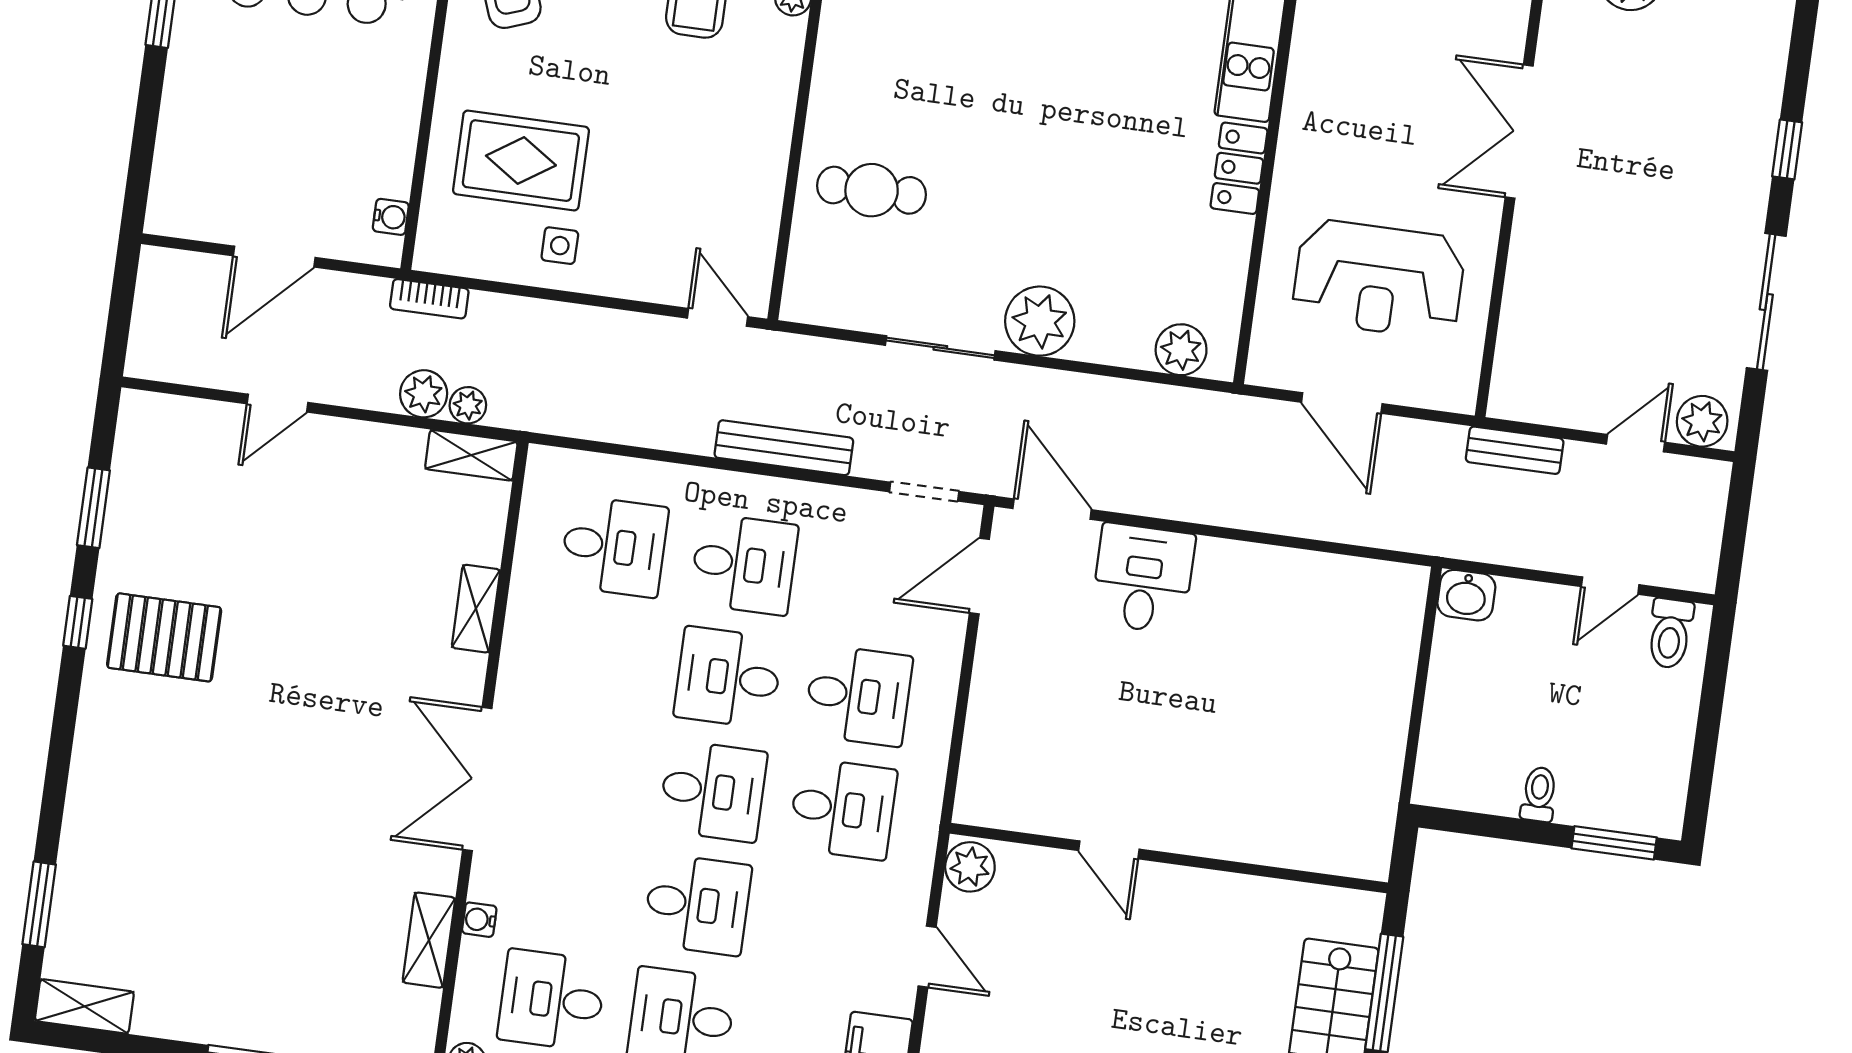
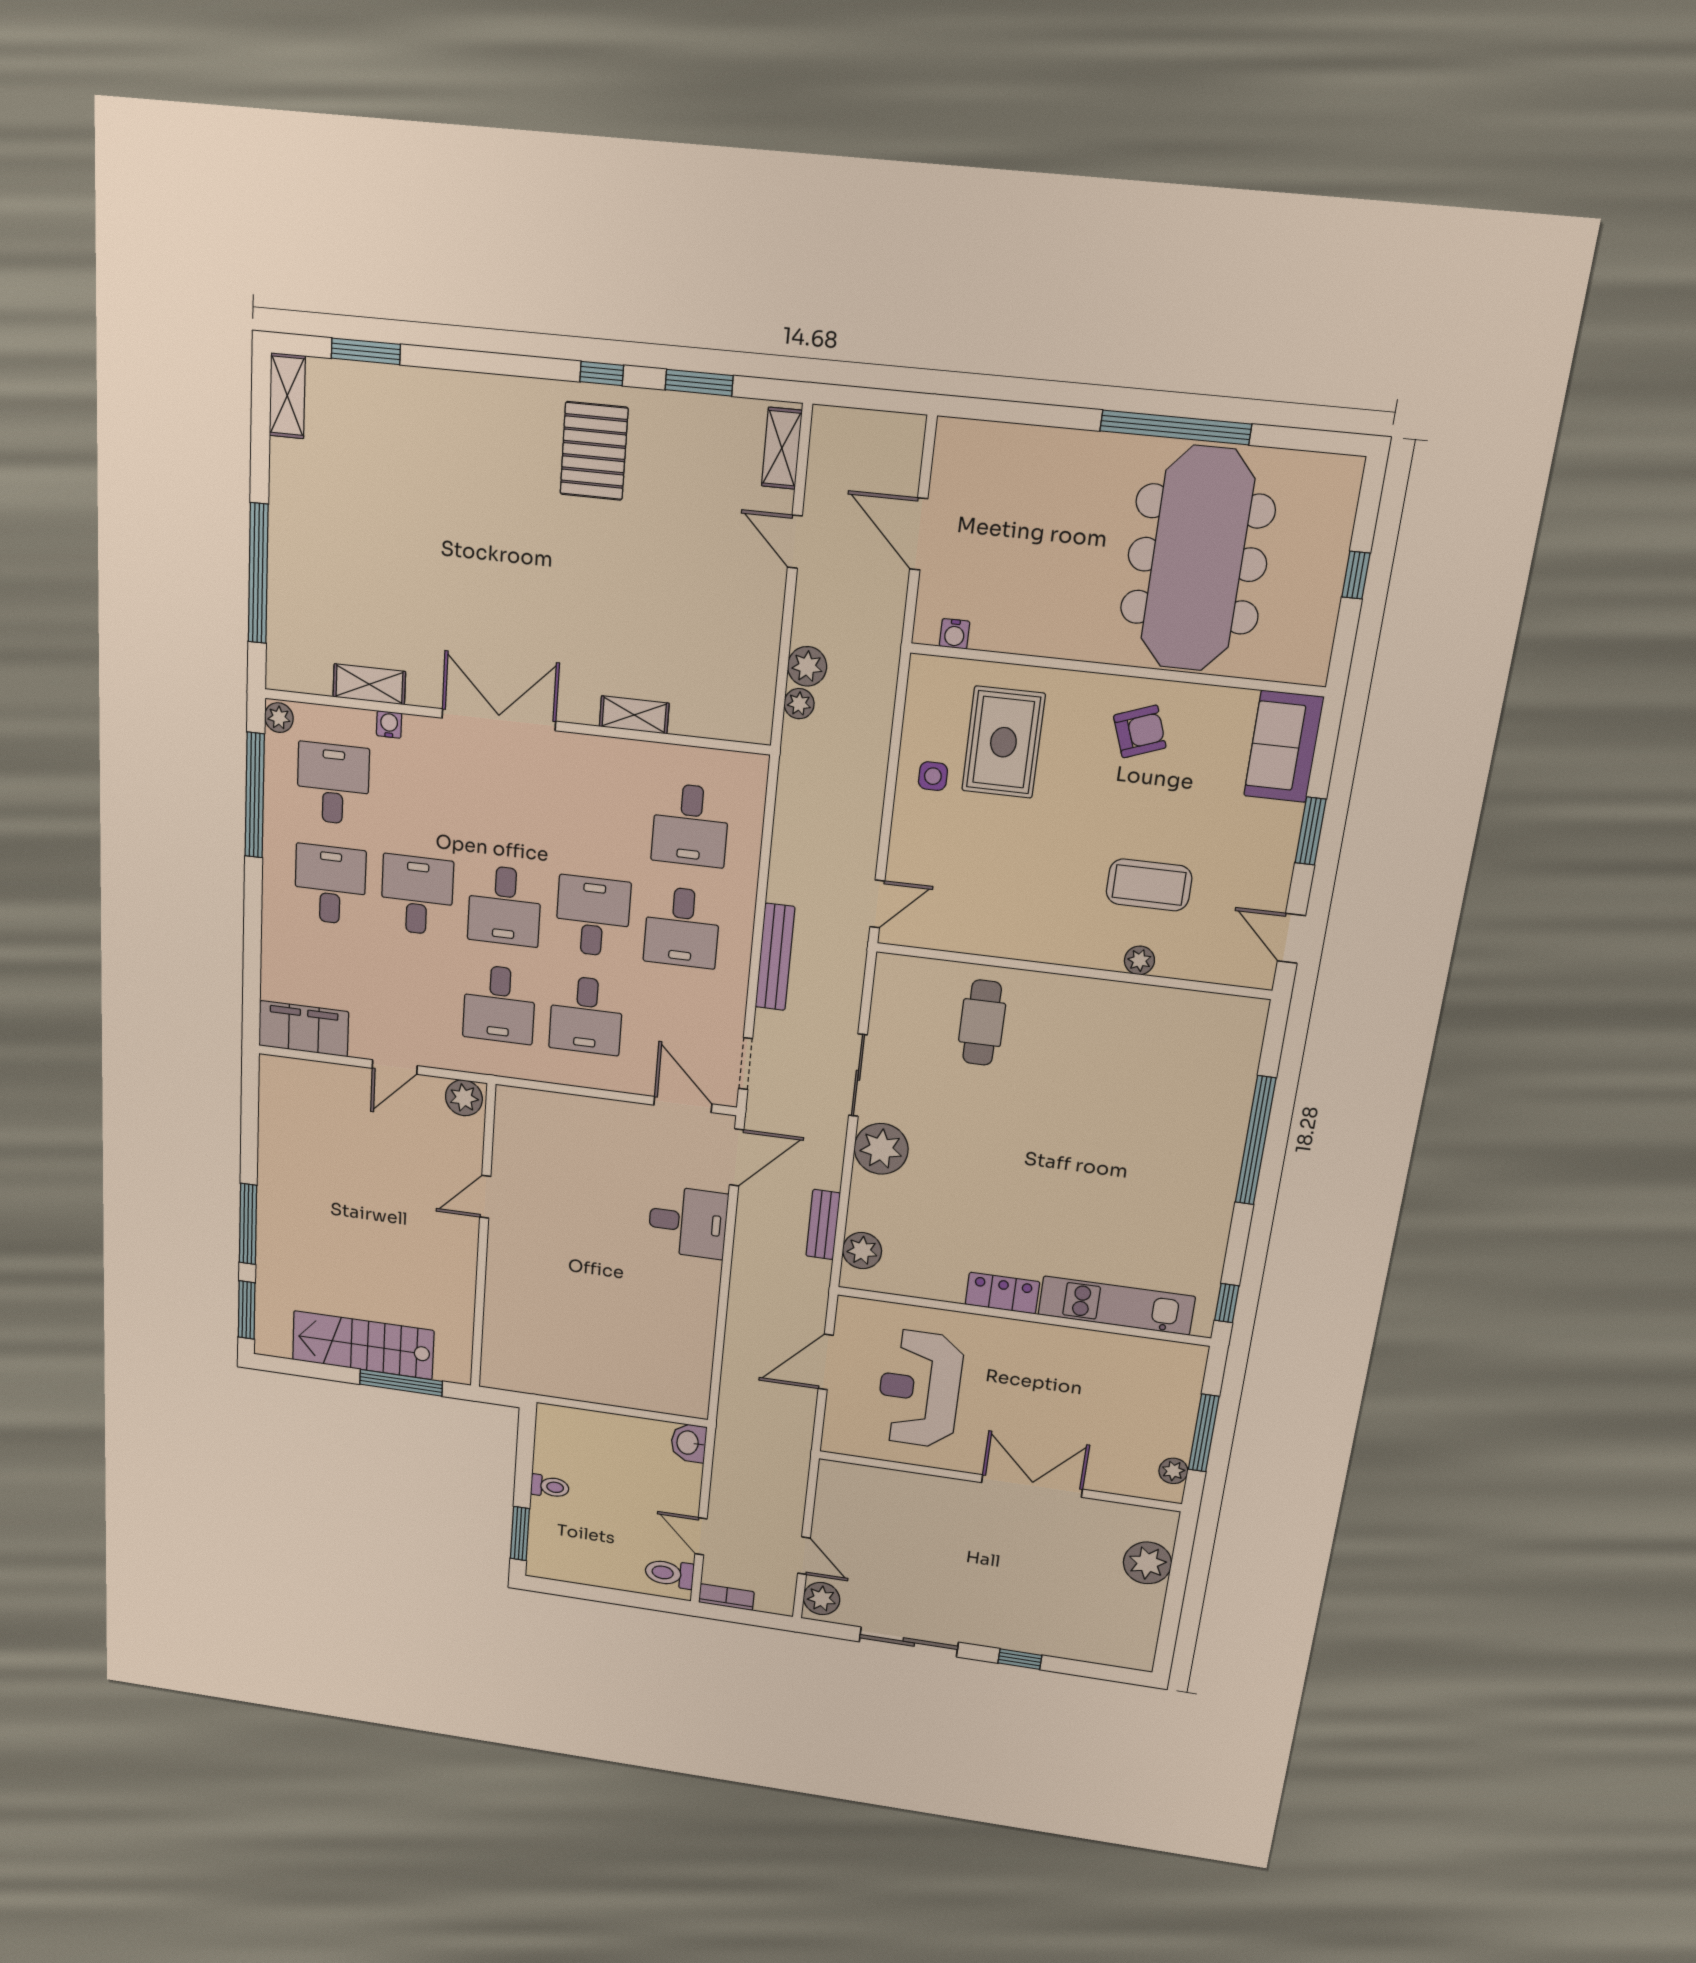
bookcase: (429, 299) -> (726, 1597), moved, turned 90
bench: (1515, 450) -> (823, 1225), moved
shelving: (471, 455) -> (782, 448), moved
desk: (697, 904) -> (417, 895), turned 180

